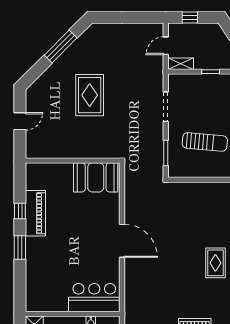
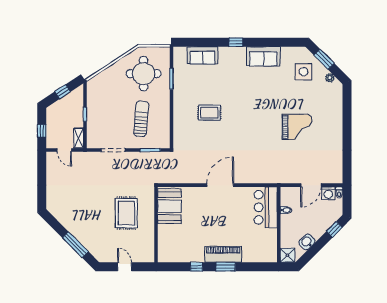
window: (61, 46) -> (75, 245), moved
rug: (90, 95) -> (126, 213), moved, turned 90
piano: (35, 213) -> (223, 254), moved
rug: (215, 263) -> (209, 113), moved

